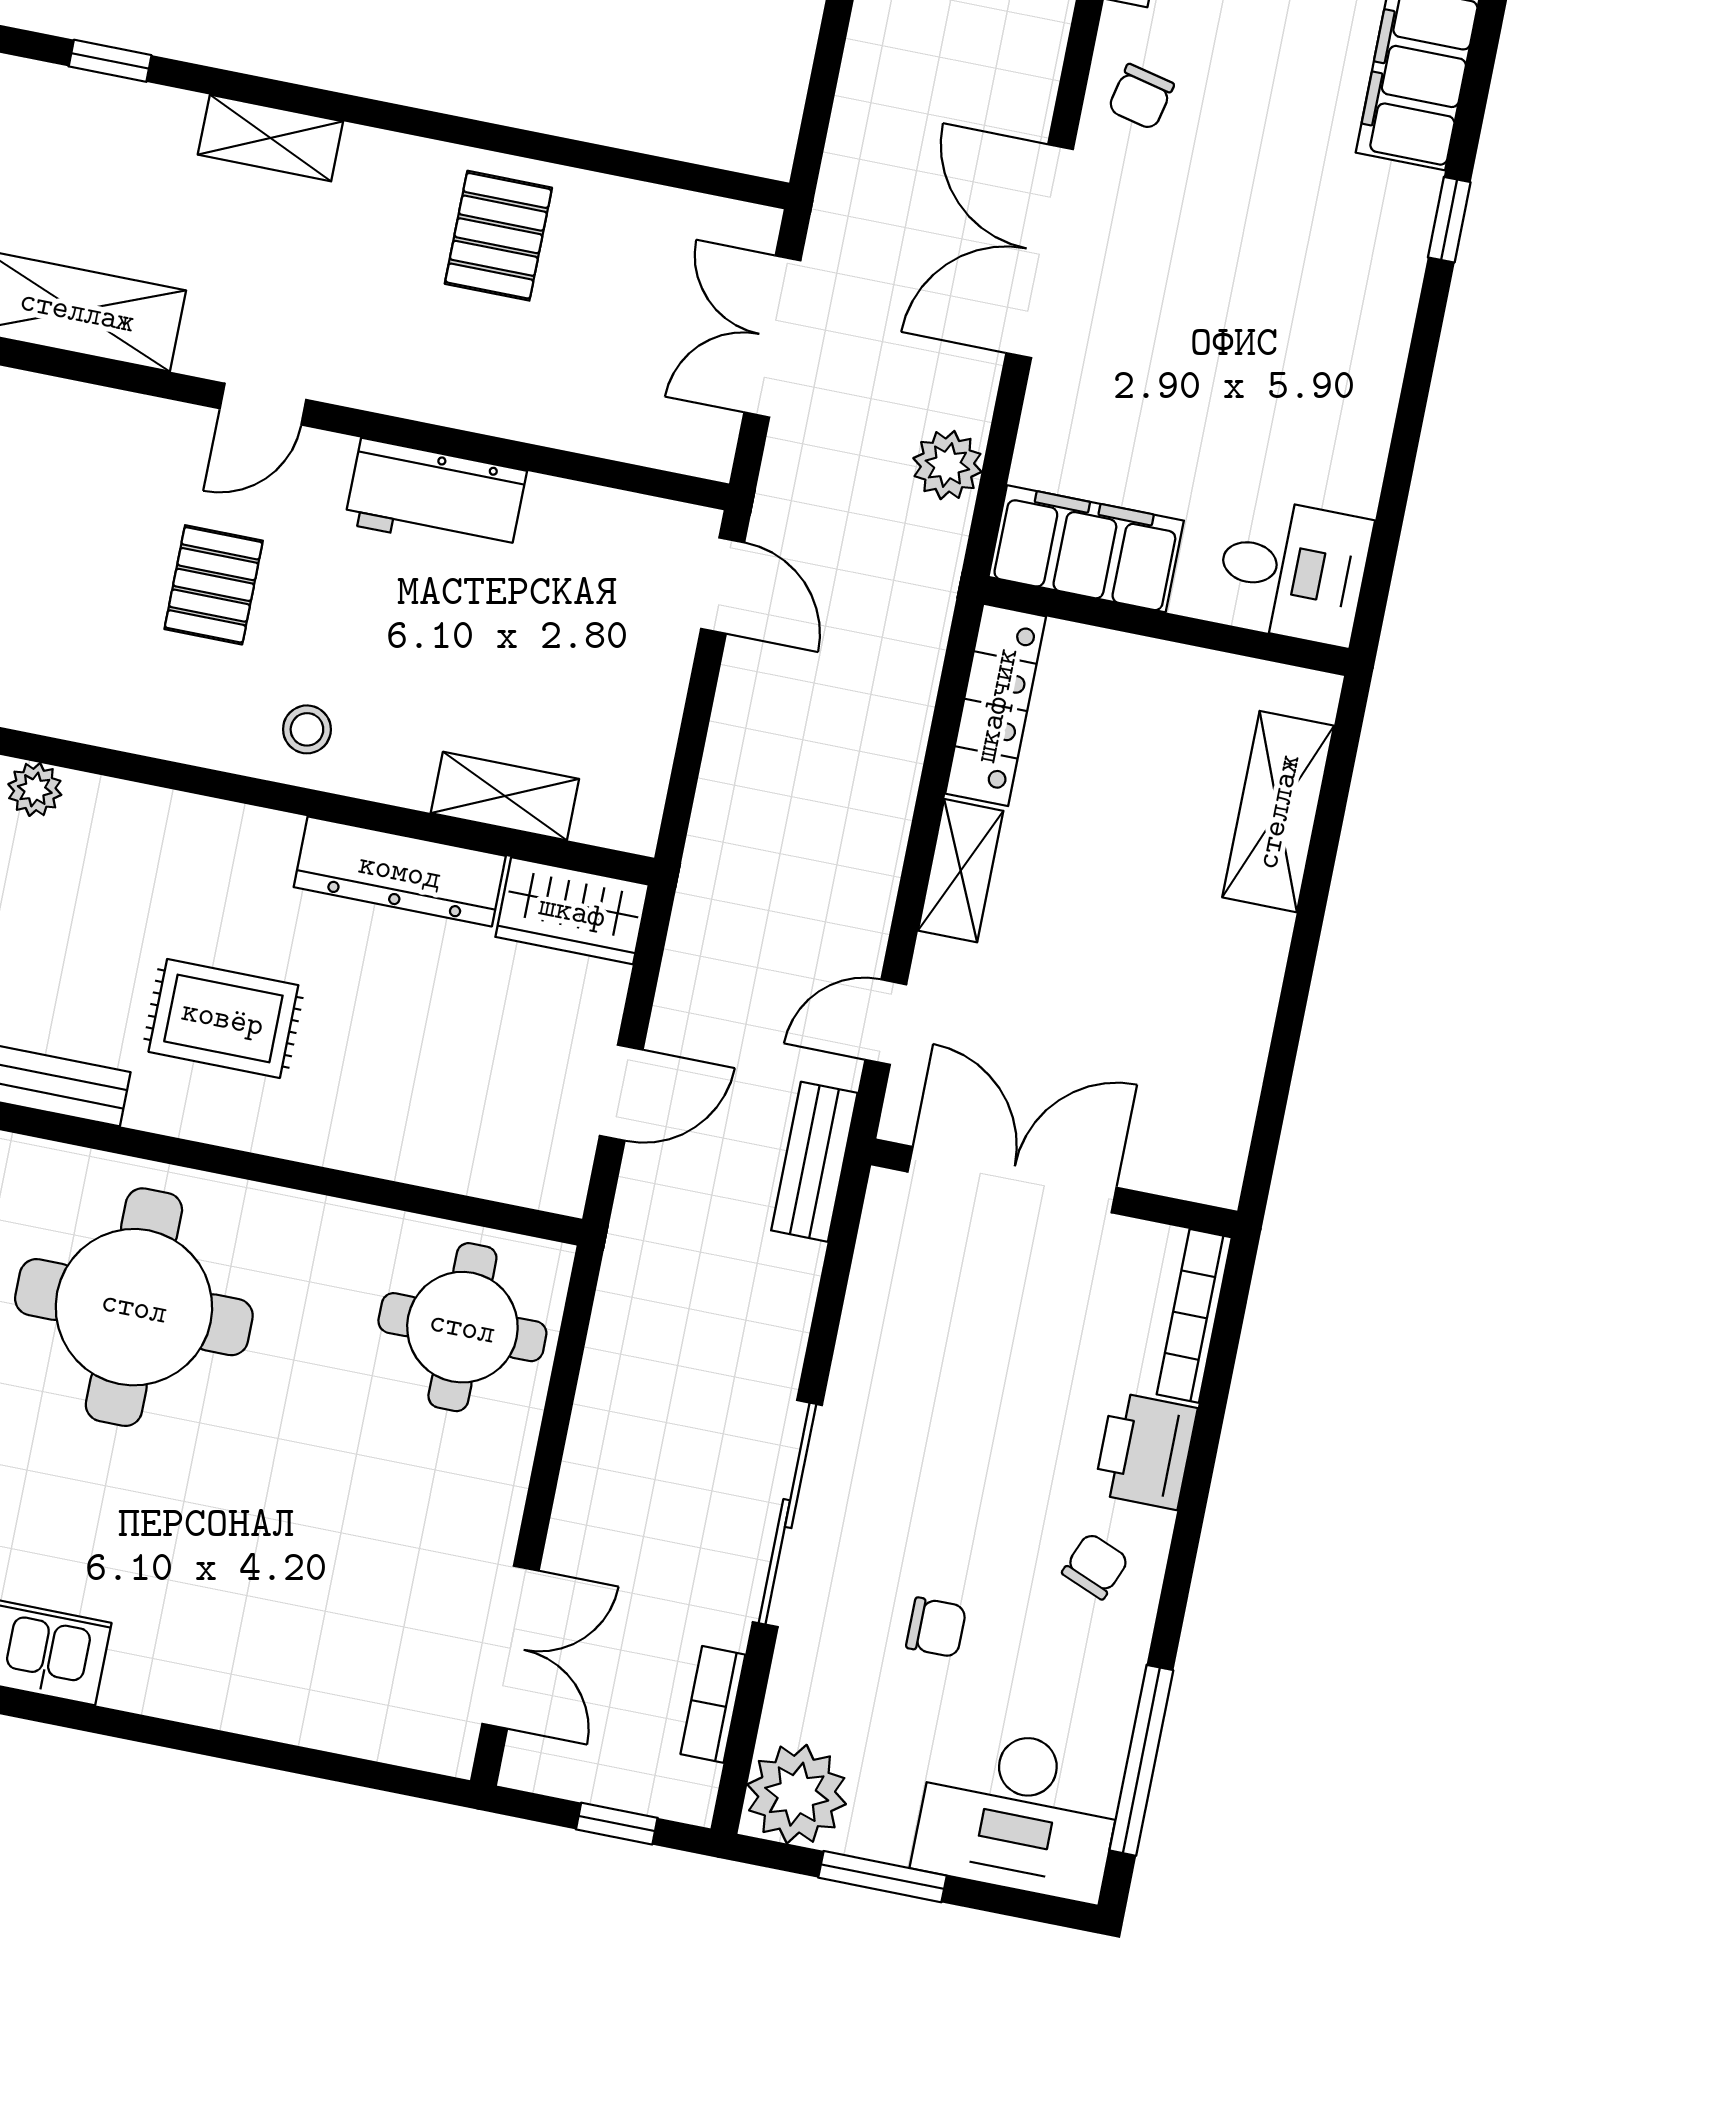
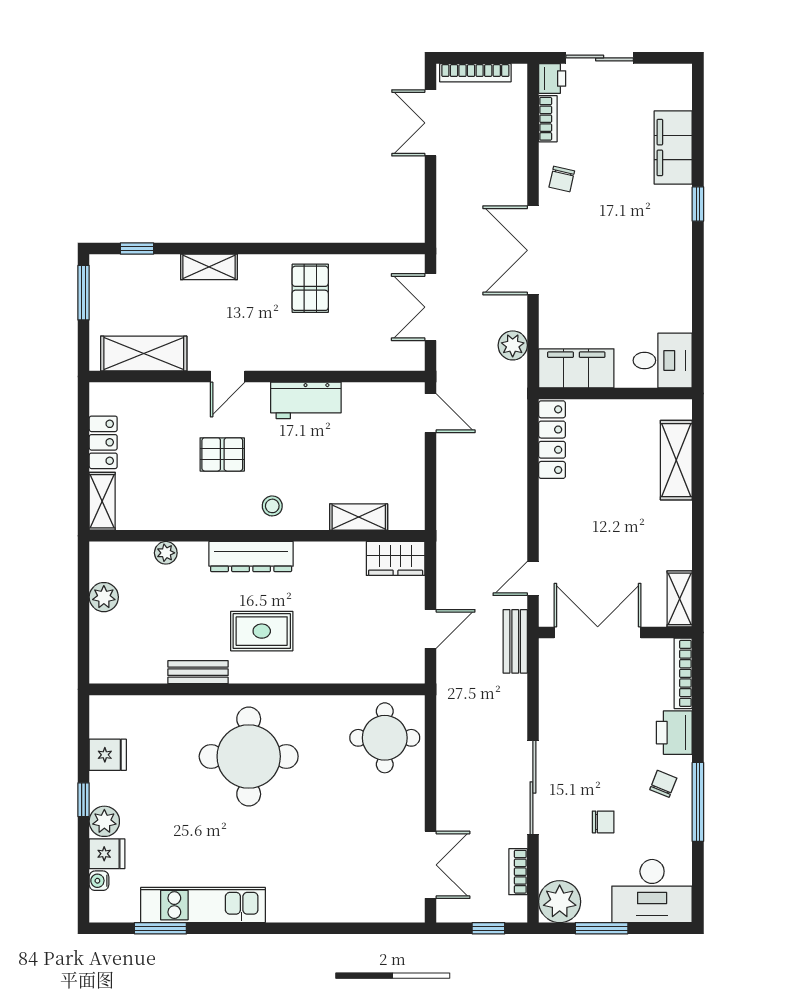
pallet: (214, 585) -> (222, 454), turned 90
dresser: (400, 871) -> (251, 557), moved
shelving: (961, 871) -> (680, 599), moved
window: (1141, 1760) -> (698, 802), moved

